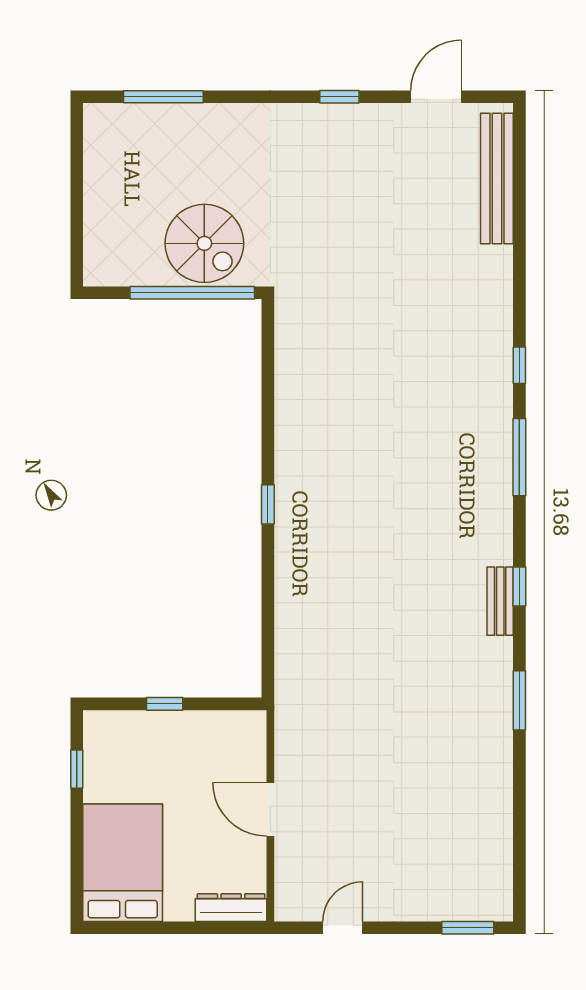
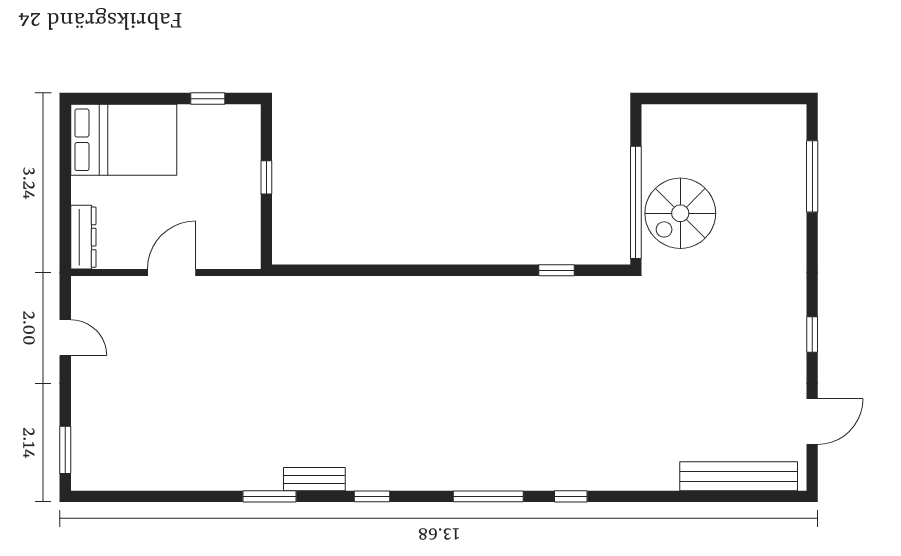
door: (436, 97) -> (812, 422), hinge flipped
window: (268, 504) -> (557, 270), moved
bench: (500, 601) -> (314, 479), moved

